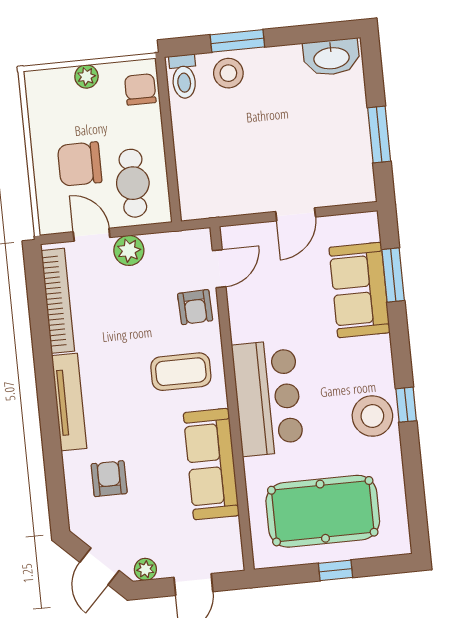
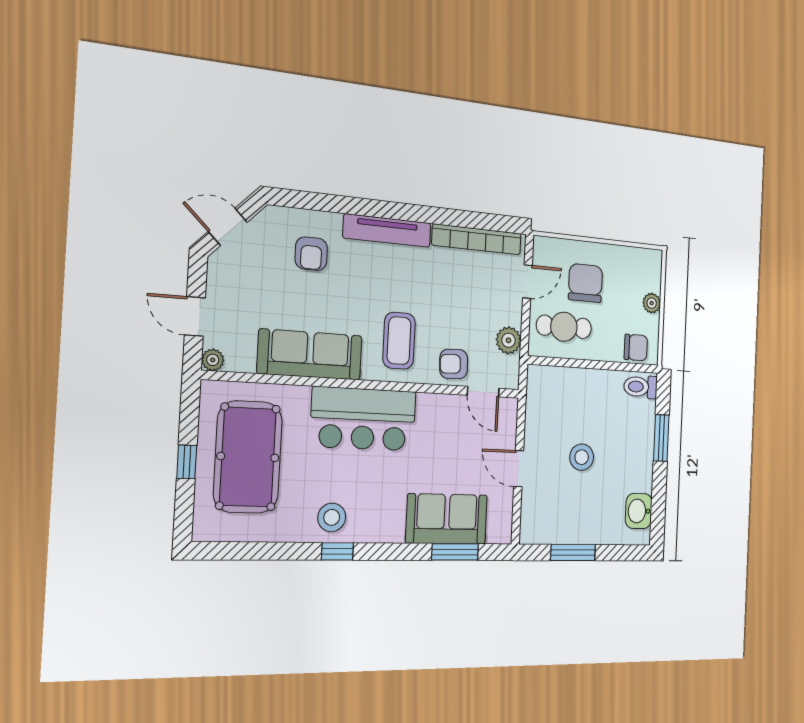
washbasin: (331, 57) -> (639, 511), width x0.72
stool: (228, 73) -> (582, 457), moved
plant: (129, 250) -> (509, 340), moved
stool: (372, 416) -> (332, 517), width x0.73, depth x0.73
armchair: (109, 479) -> (311, 254), turned 90
plant: (145, 569) -> (213, 360), moved

